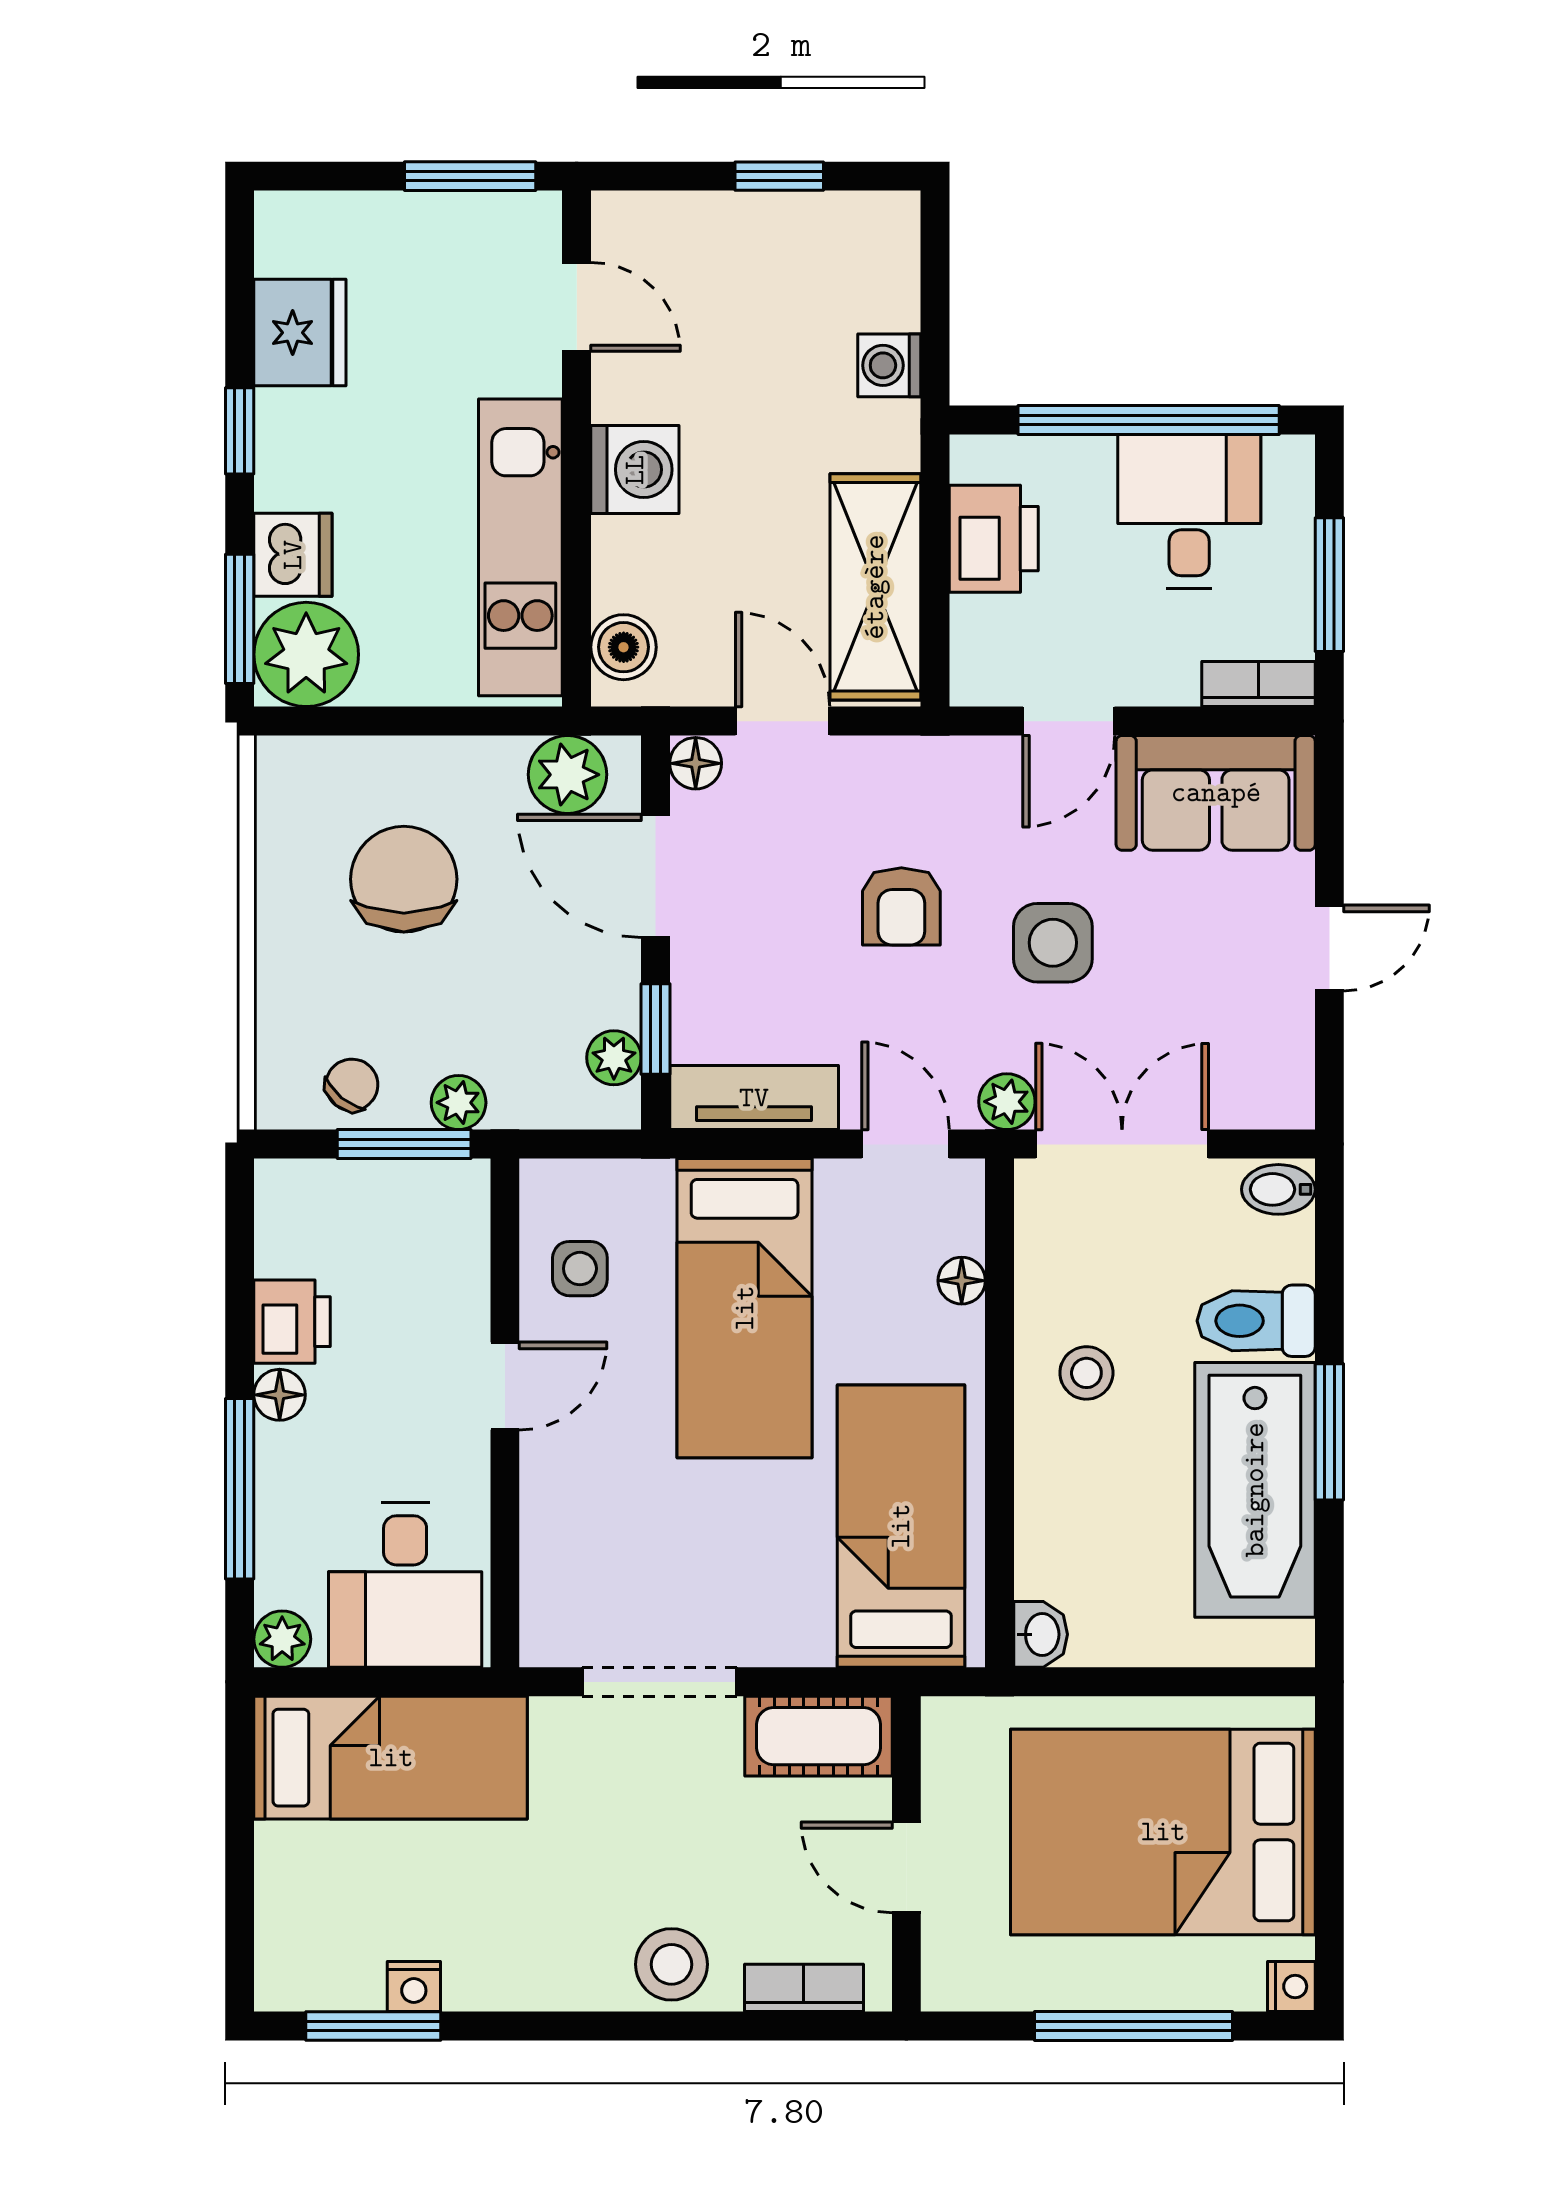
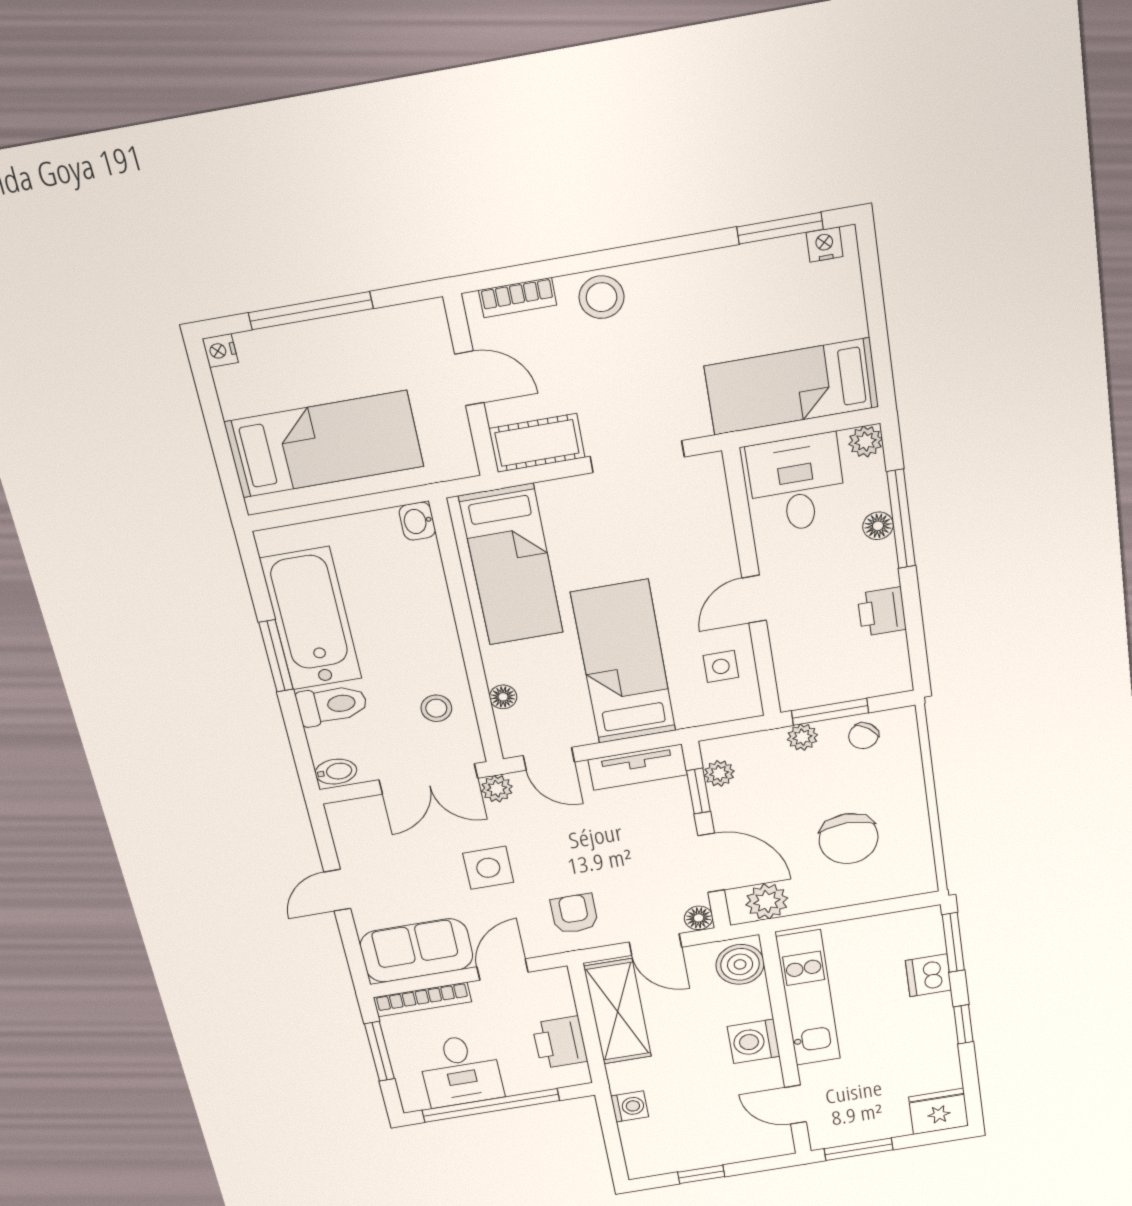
fridge: (300, 333) -> (939, 1111), moved, turned 90
boiler: (624, 647) -> (740, 964), width x1.36, depth x1.36
plant: (306, 654) -> (916, 932), removed
bookcase: (1259, 684) -> (423, 1000), width x1.56
armchair: (901, 906) -> (574, 914), moved
stool: (1086, 1373) -> (436, 708), moved
floor lamp: (280, 1395) -> (878, 526), moved
bed: (1163, 1832) -> (324, 444), width x0.67
nightstand: (414, 1986) -> (825, 245), moved

